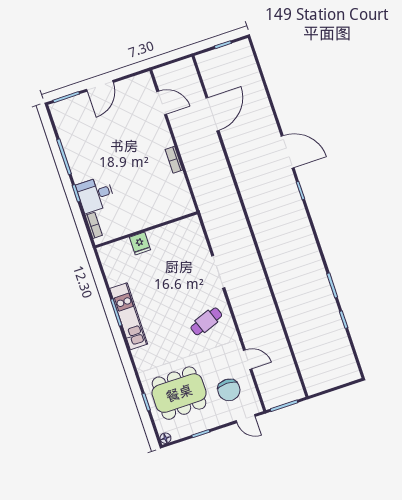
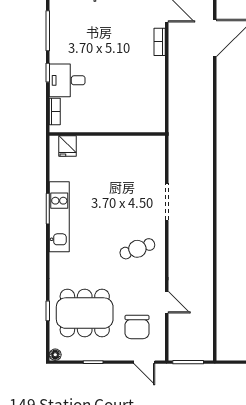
bookcase: (174, 160) -> (160, 42), moved
fridge: (140, 243) -> (67, 146), moved

